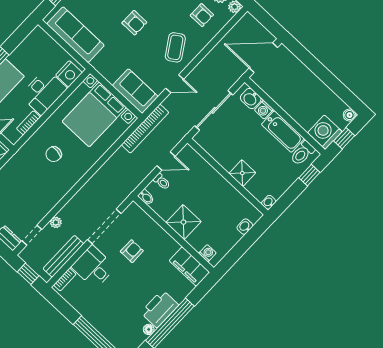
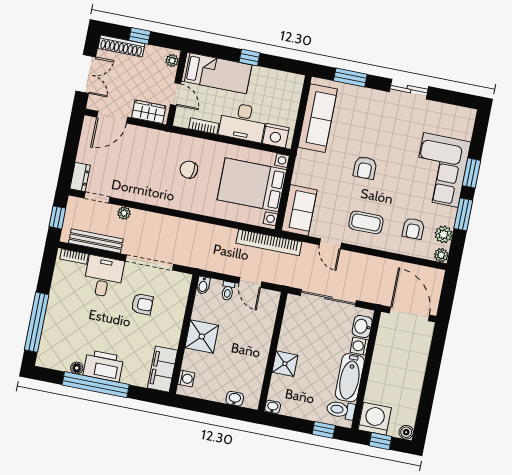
coffee table: (175, 47) -> (366, 222), turned 33

